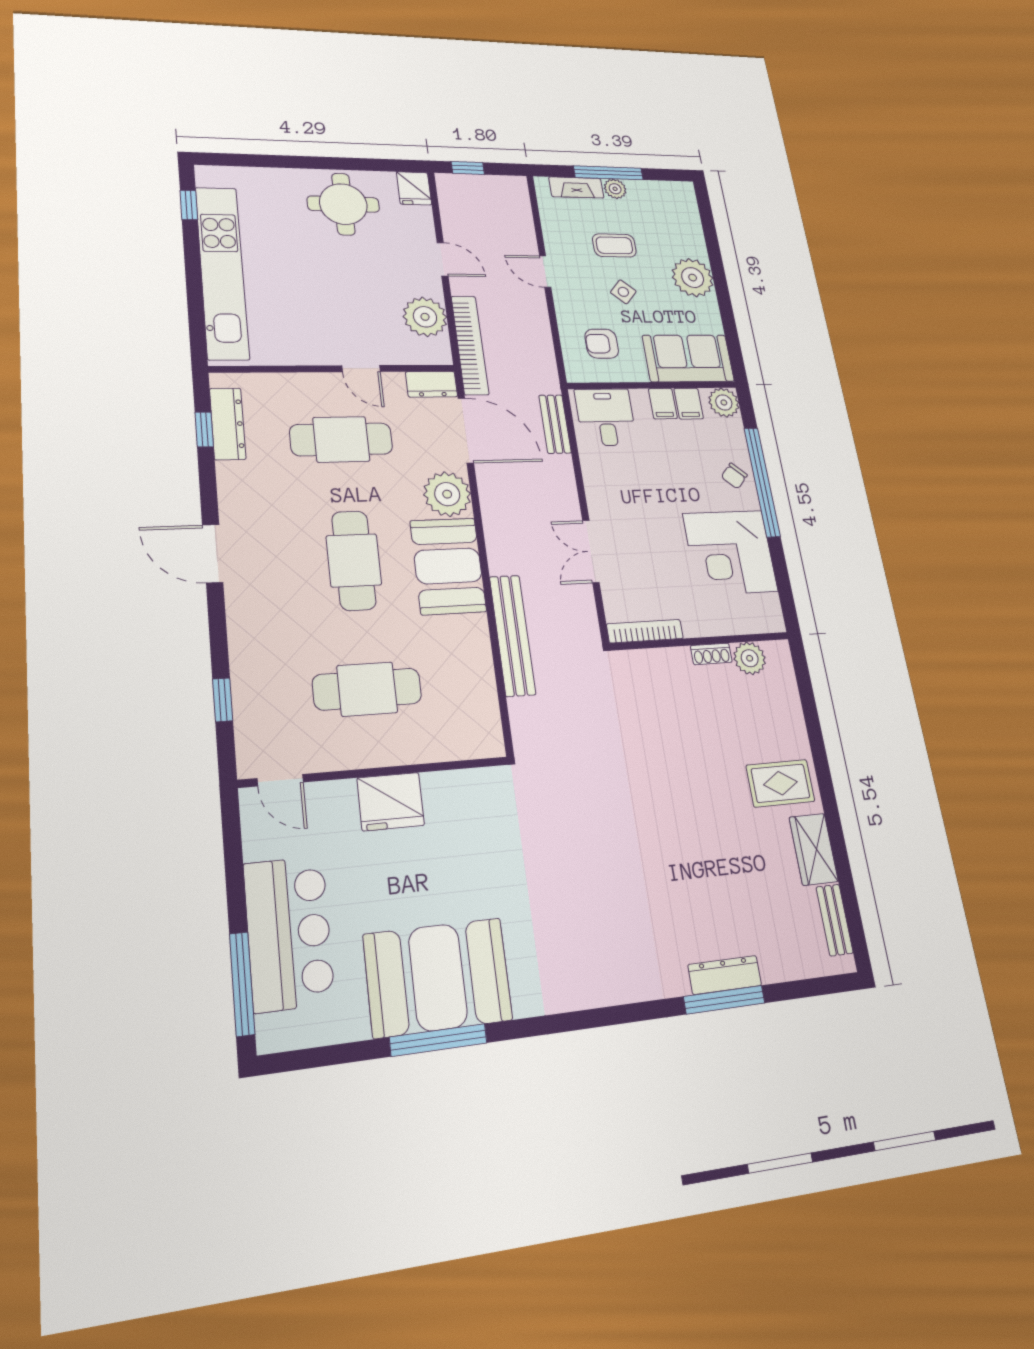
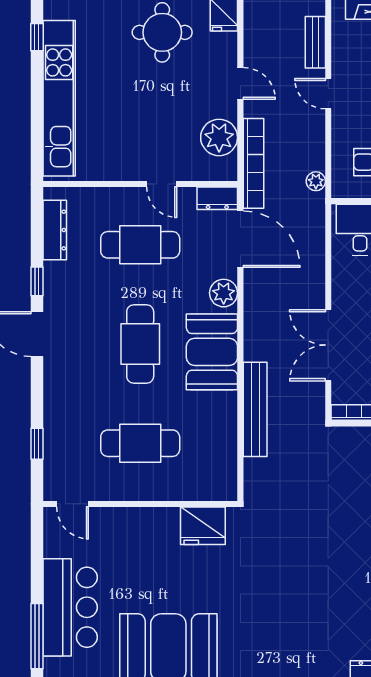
plant: (546, 364) -> (316, 181), added
bench: (555, 424) -> (315, 42), moved
window: (204, 429) -> (37, 281), moved
plant: (447, 494) -> (224, 293), width x0.73, depth x0.73
double door: (591, 551) -> (328, 345), width x1.37
fridge: (391, 802) -> (203, 526), moved

